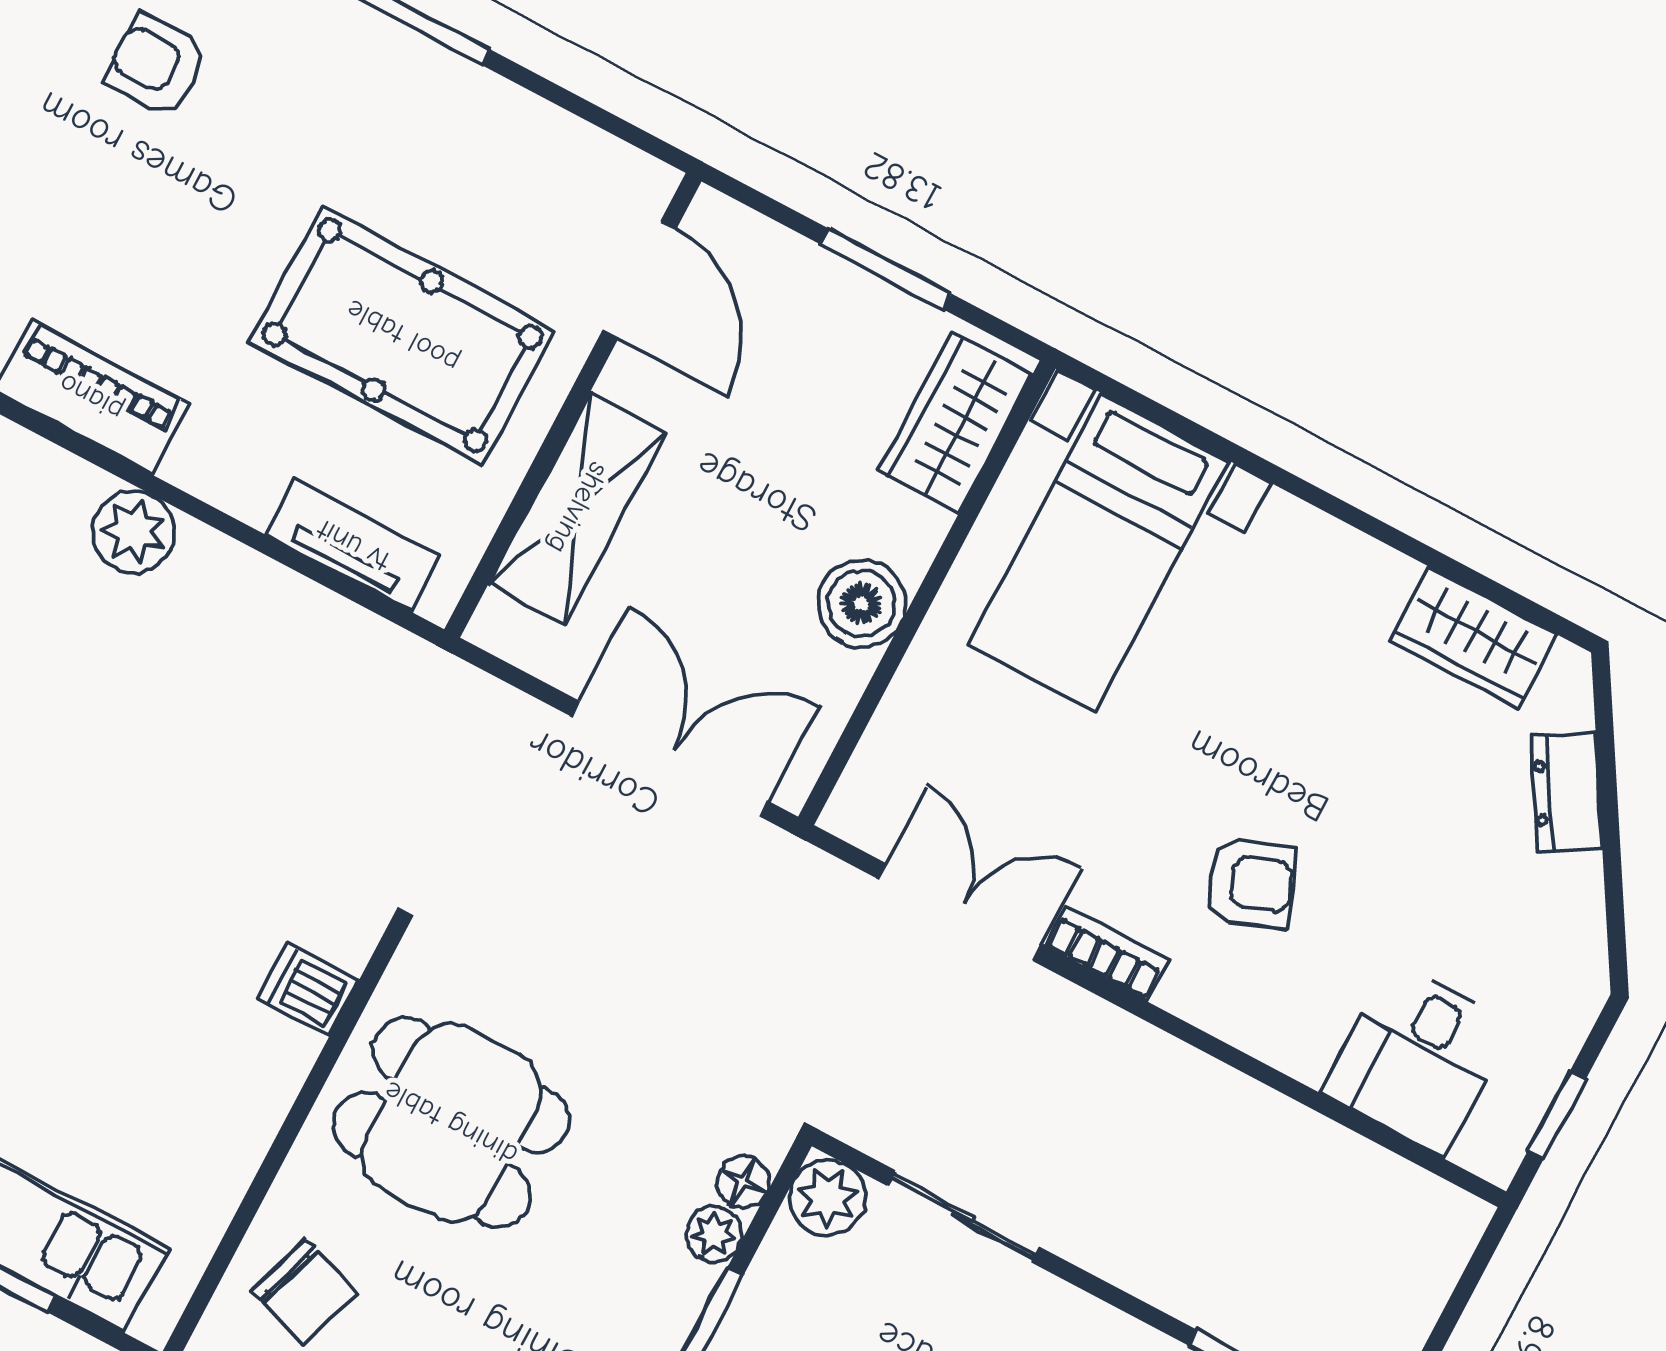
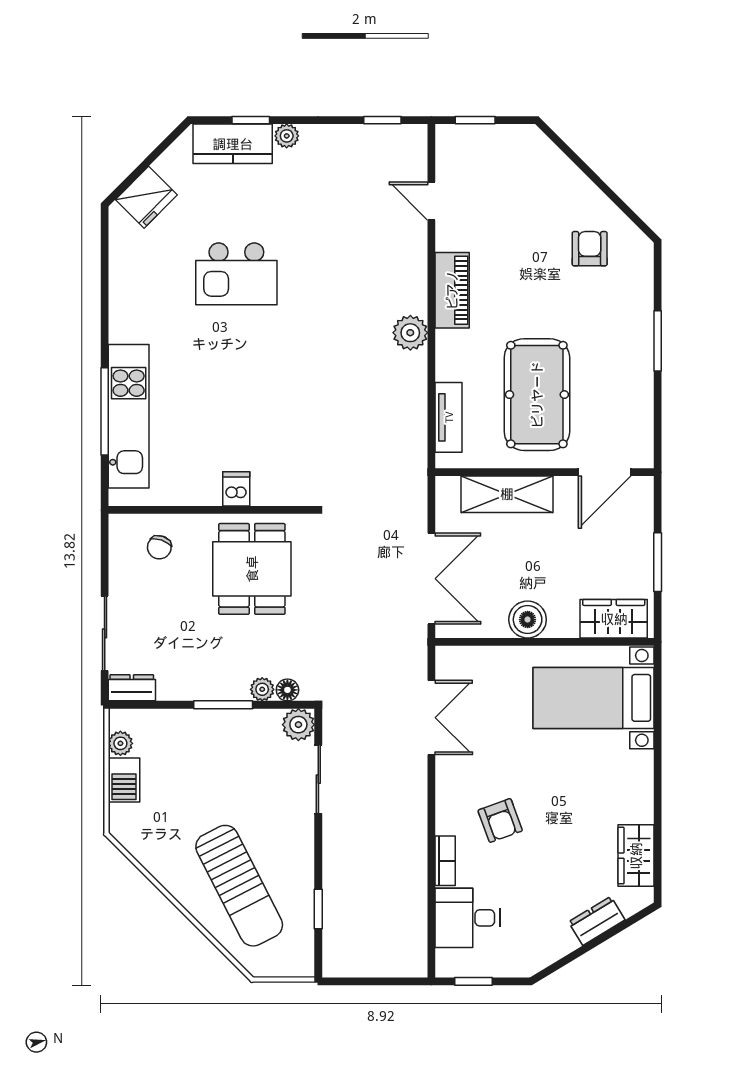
bookcase: (1106, 953) -> (445, 861), moved
dishwasher: (308, 990) -> (236, 489), moved
chair: (304, 1292) -> (159, 547), width x0.73, depth x0.73

